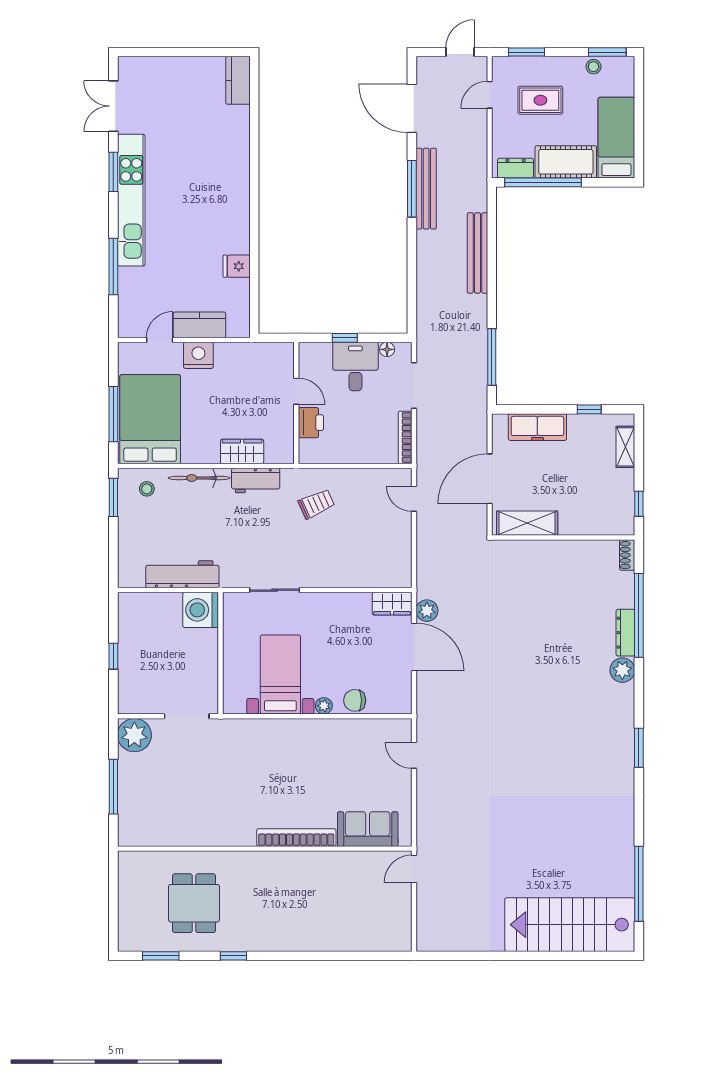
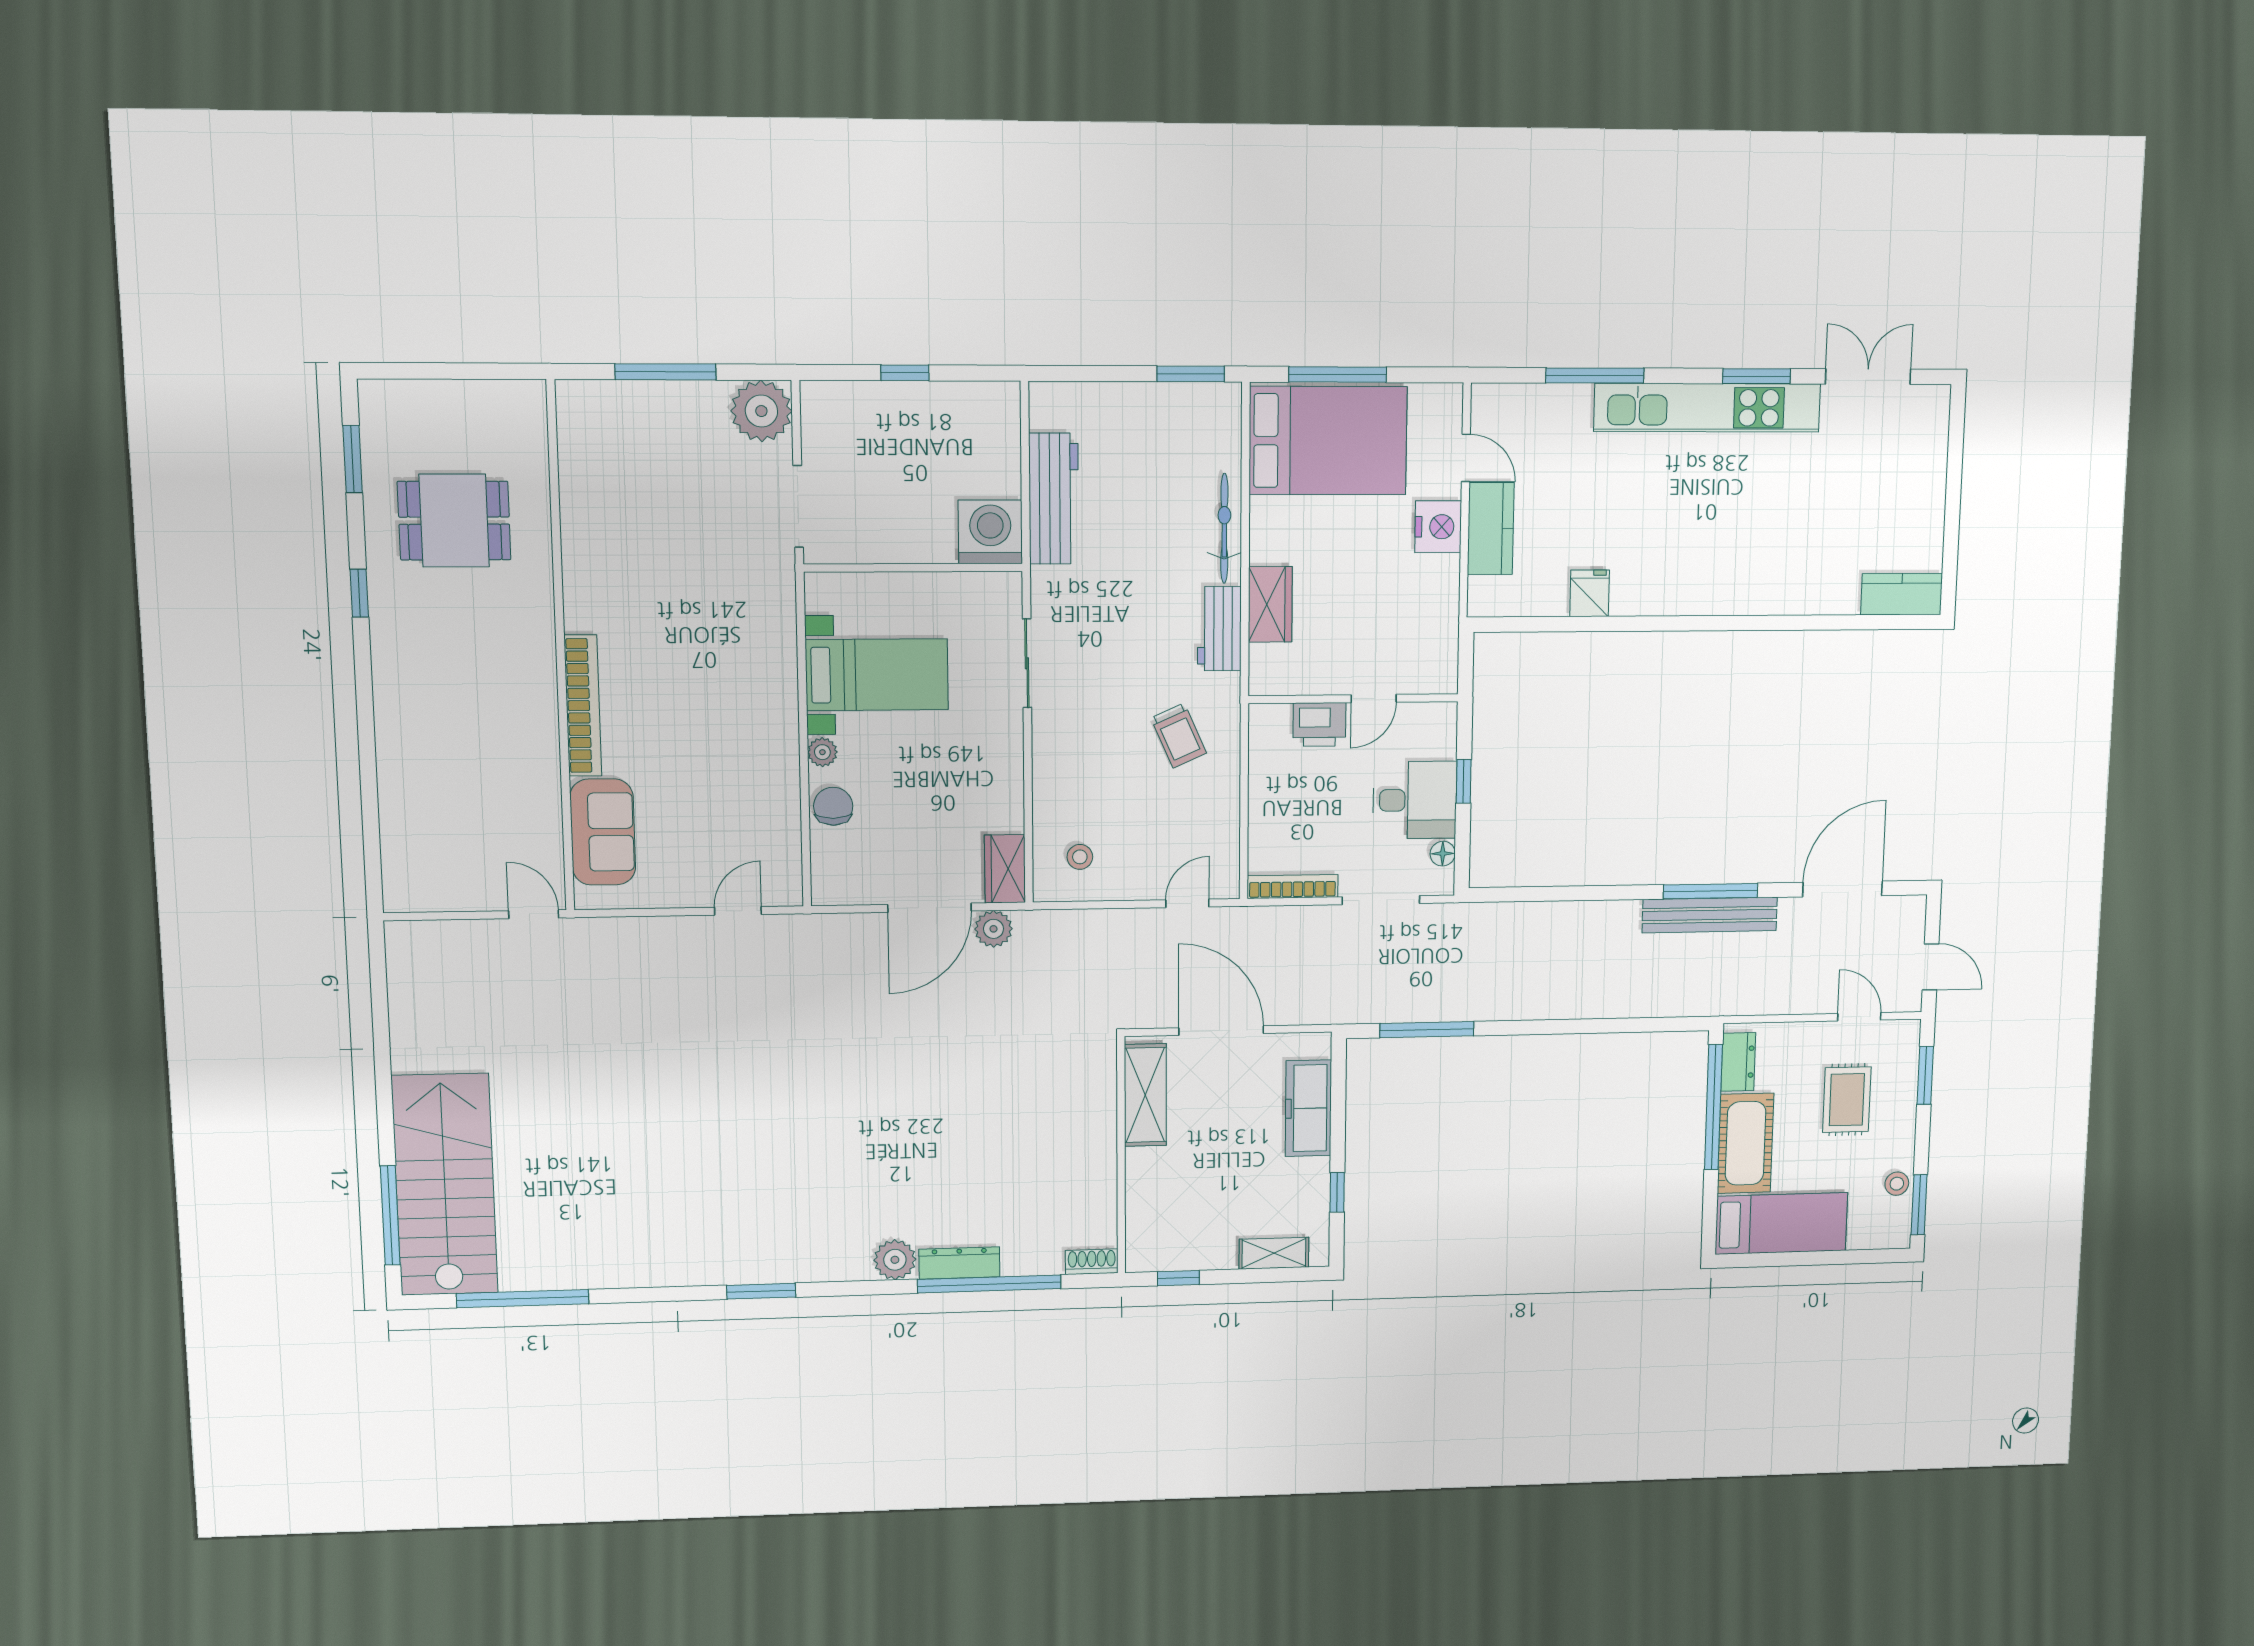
bench: (477, 253) -> (1601, 1002), removed
stool: (147, 489) -> (1080, 857), moved
window: (587, 956) -> (390, 1215), added

